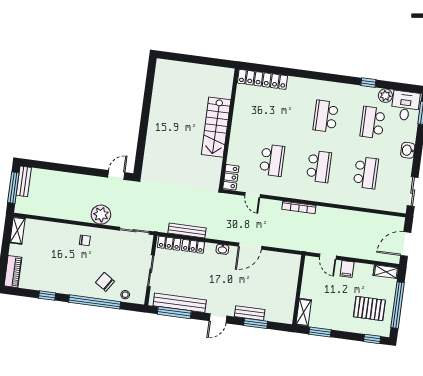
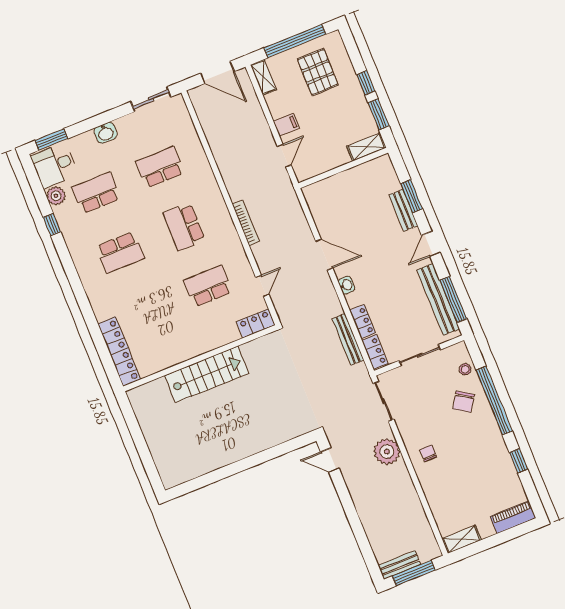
school desk: (373, 122) -> (96, 193), turned 180
school desk: (319, 166) -> (184, 227), turned -90
door: (218, 318) -> (431, 244), swing flipped
window: (372, 339) -> (366, 83), moved

